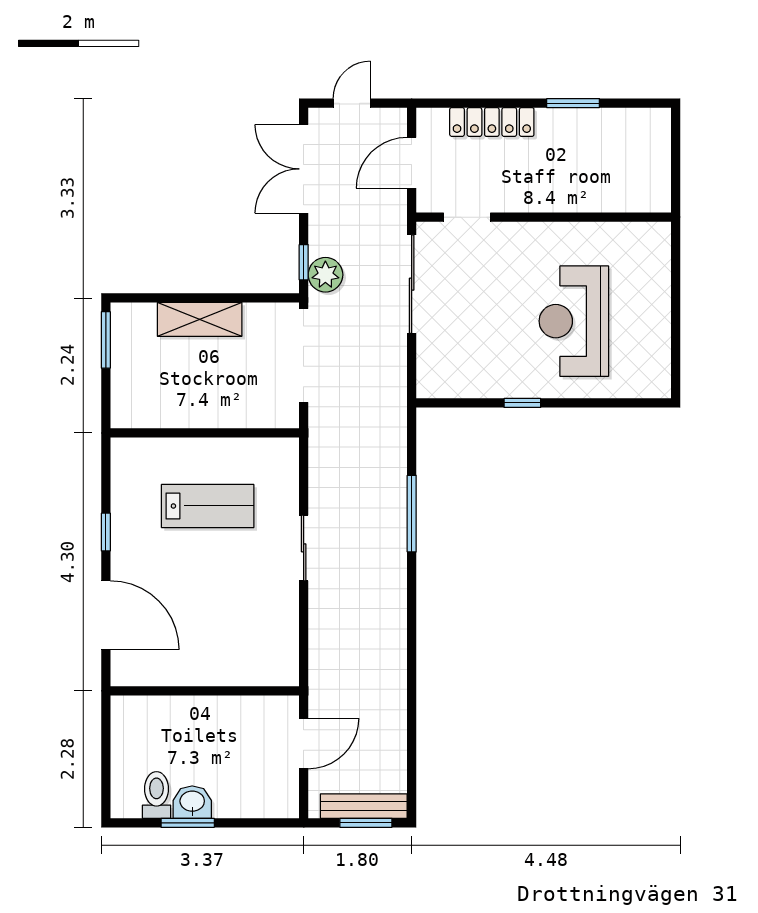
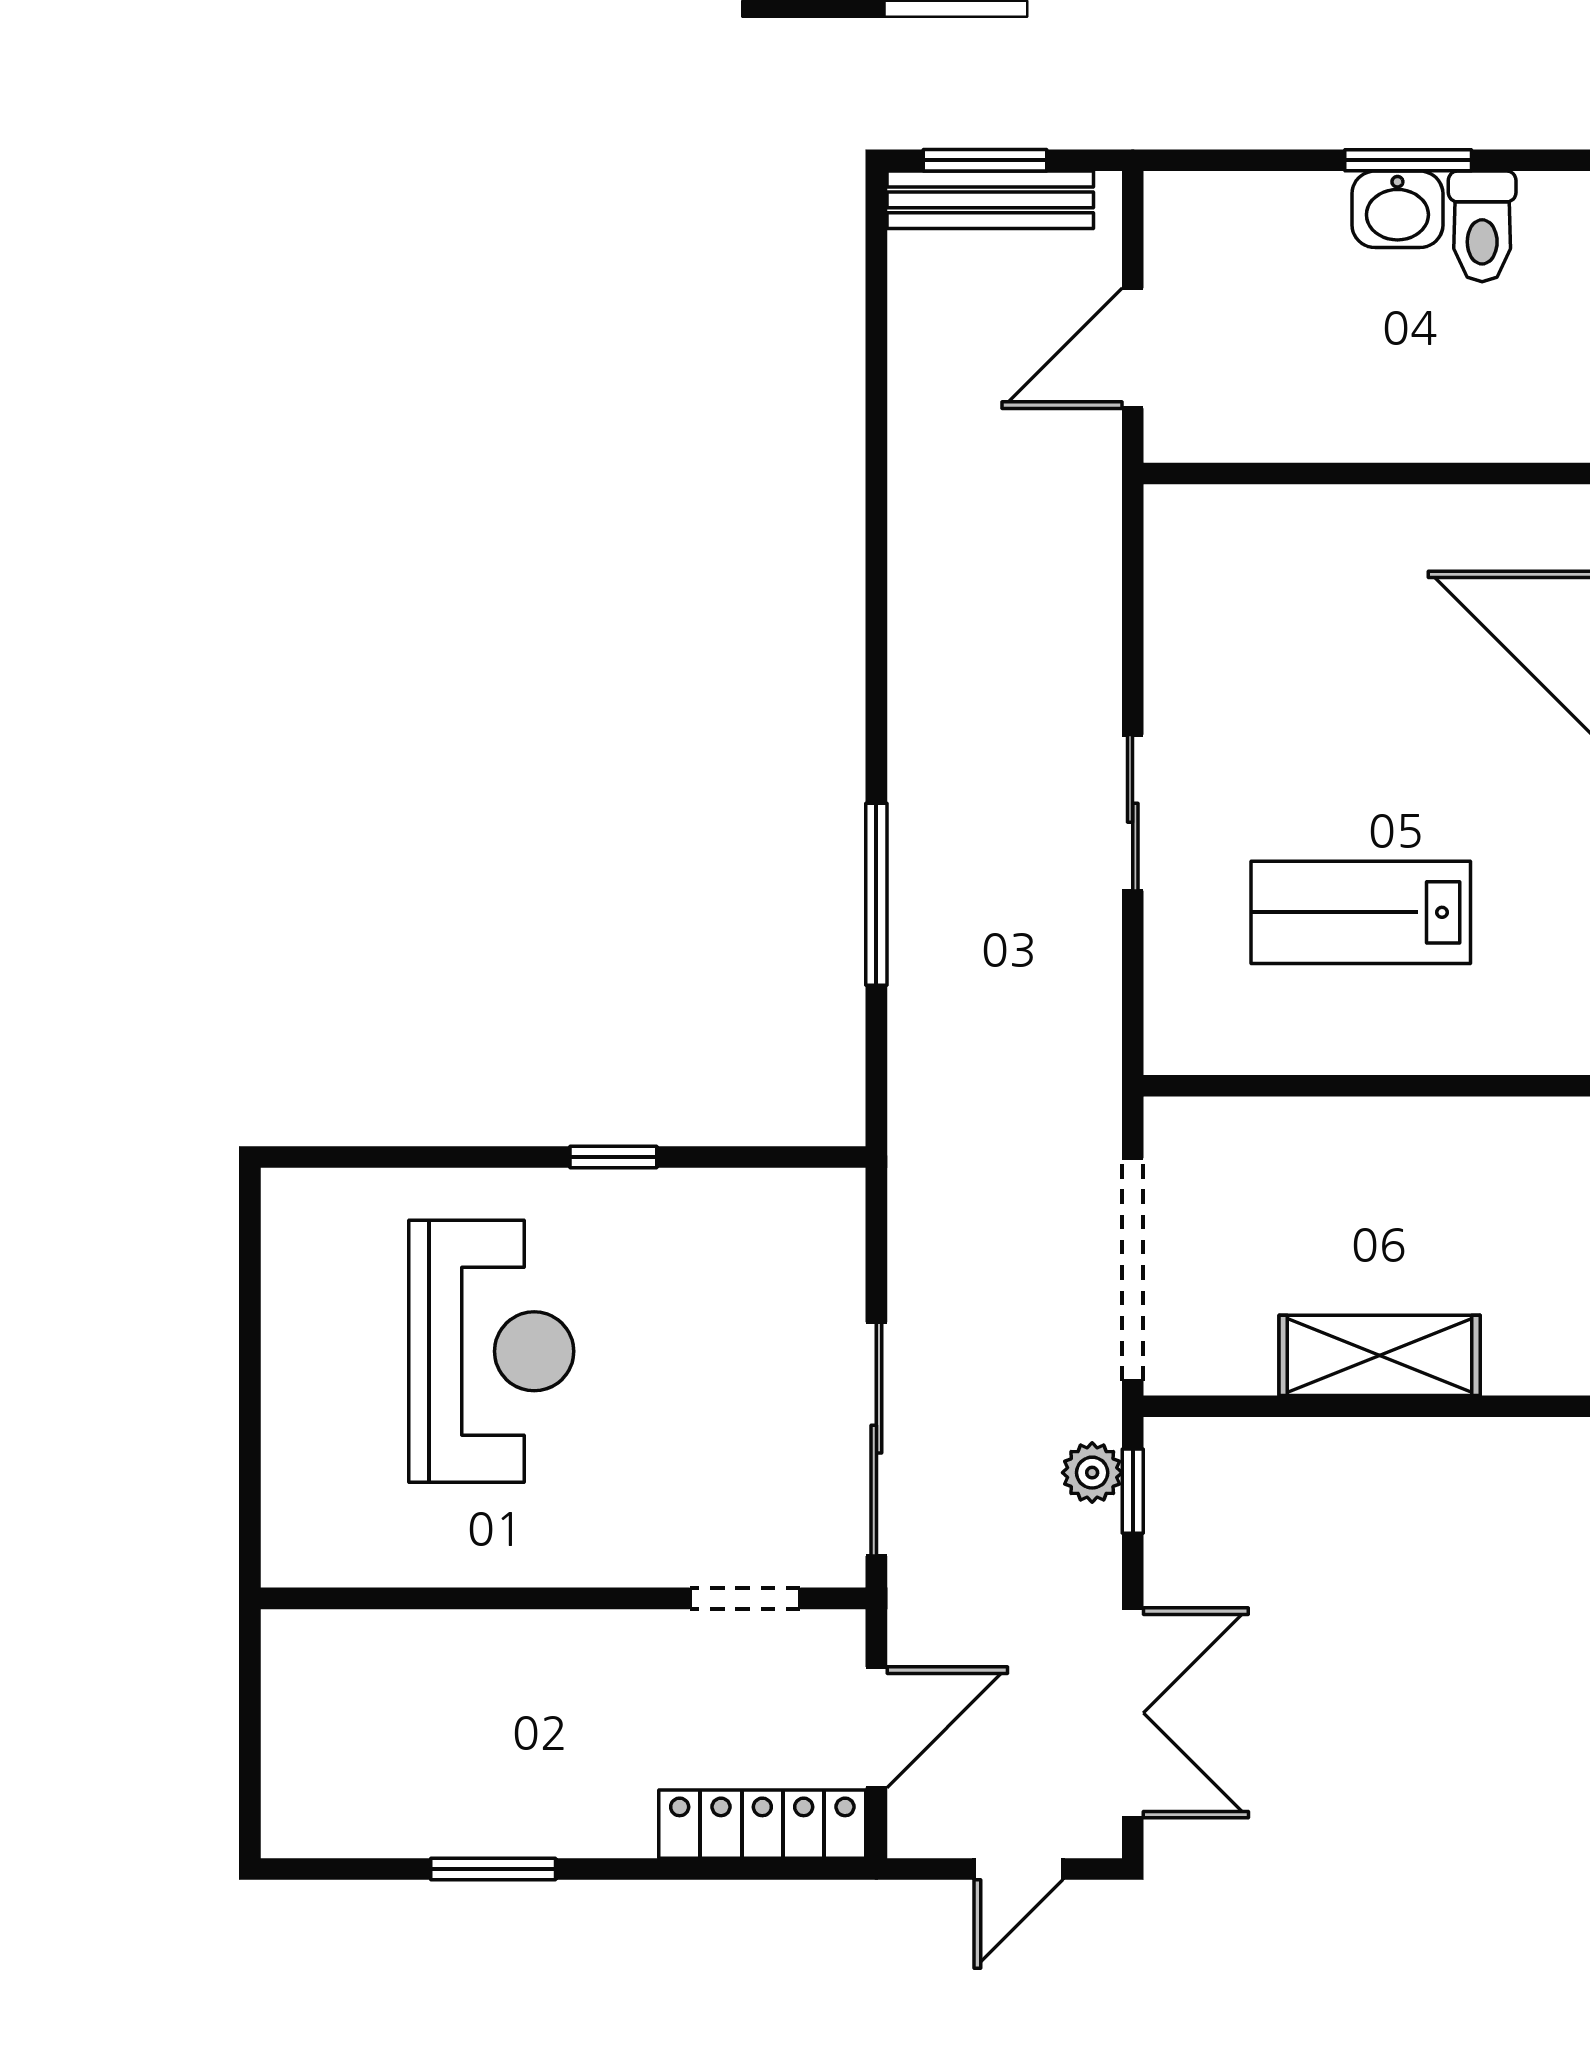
locker: (492, 122) -> (762, 1824), moved
plant: (325, 275) -> (1092, 1473), width x0.73, depth x0.73

